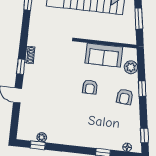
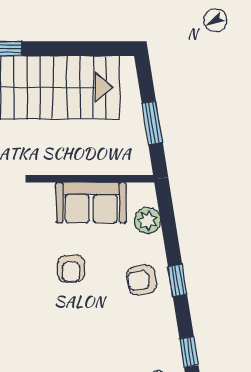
window: (142, 89) -> (177, 280), moved
armchair: (125, 97) -> (142, 280), turned 76

